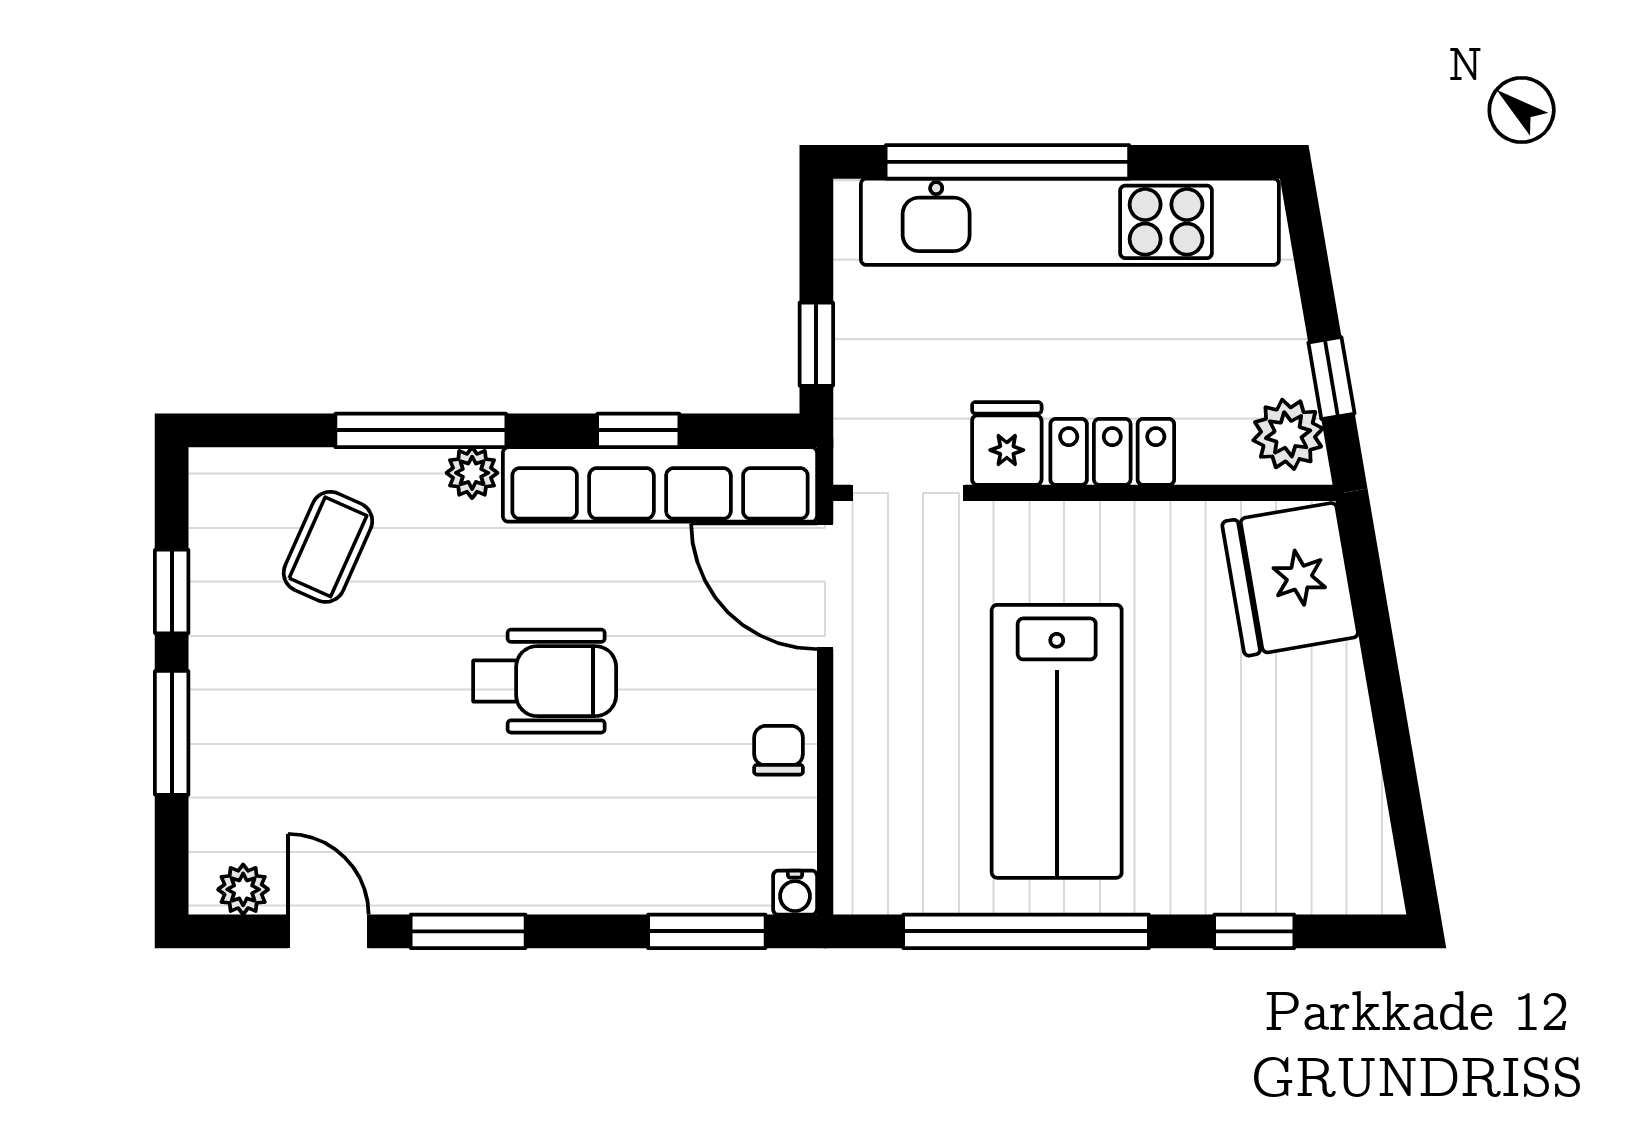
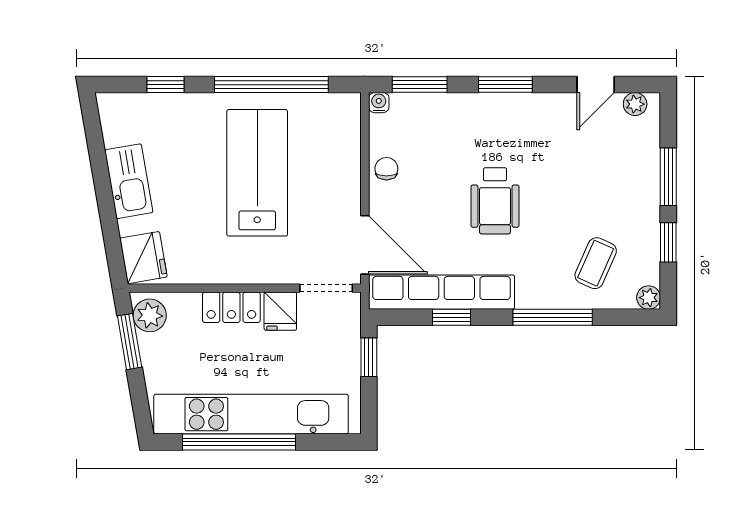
window: (1007, 162) -> (239, 442), moved
window: (1331, 378) -> (130, 342), width x1.50
plant: (472, 473) -> (649, 298), moved
fridge: (1290, 579) -> (143, 258), width x0.73, depth x0.75
wheelchair: (545, 681) -> (495, 201), turned -90
kitchen sink: (1333, 723) -> (129, 181), added
chair: (778, 750) -> (386, 169), turned 180
door: (328, 931) -> (596, 85), hinge flipped
window: (468, 931) -> (505, 85), moved

